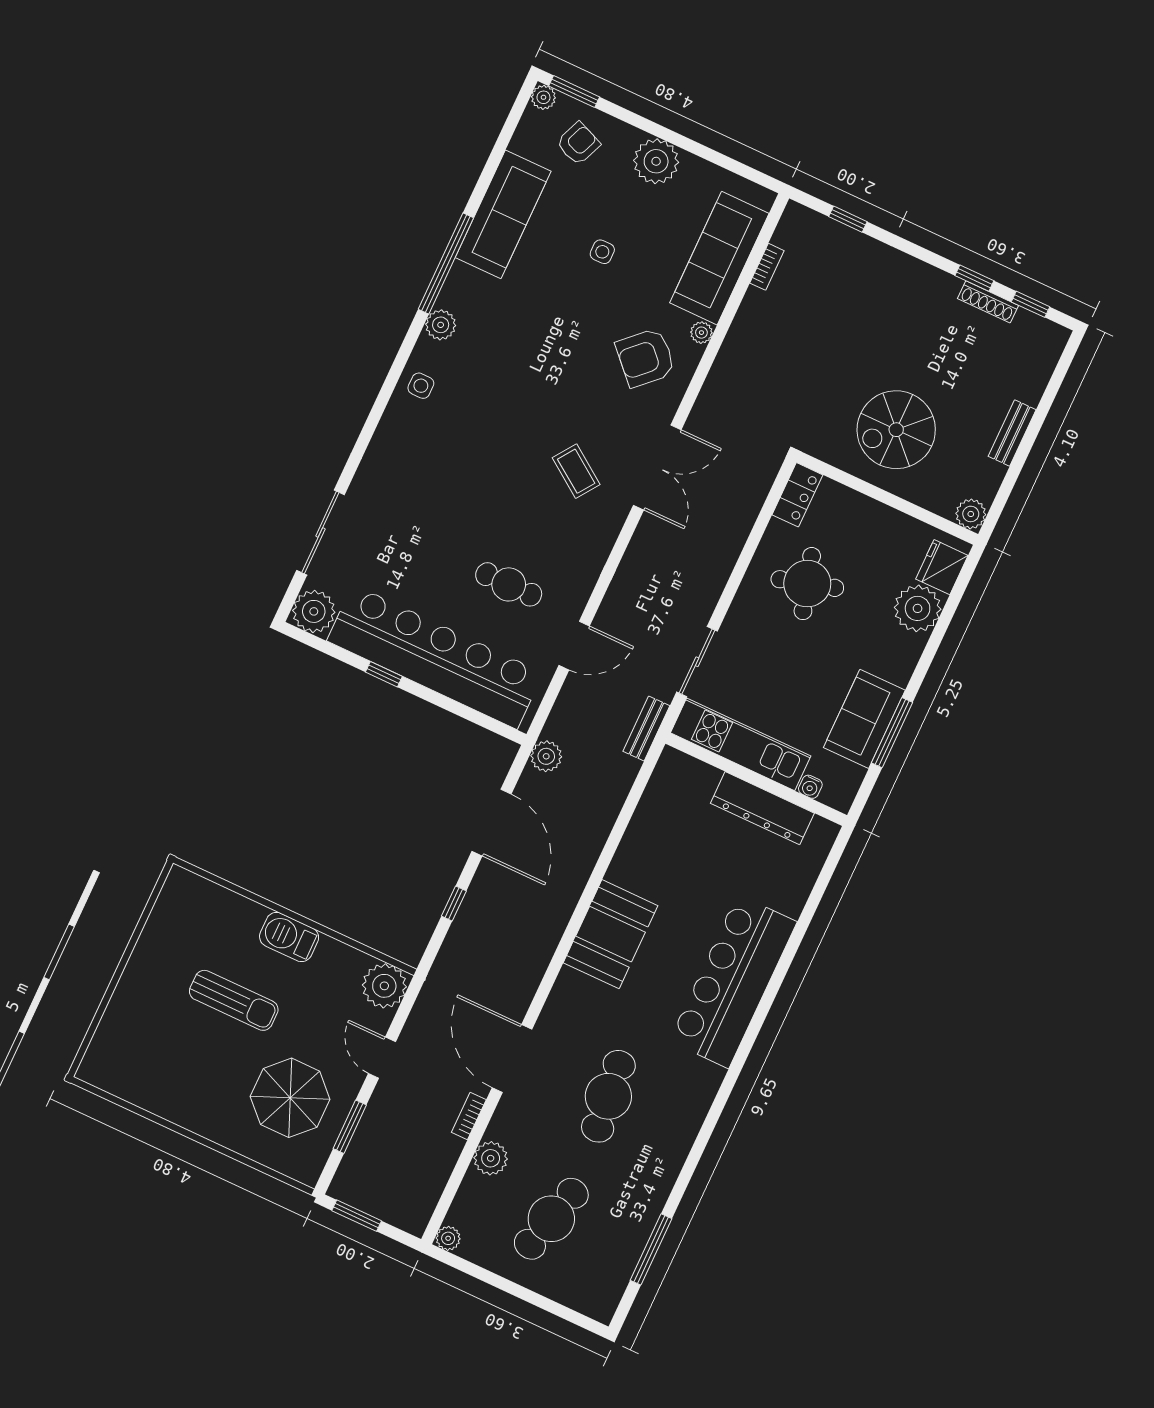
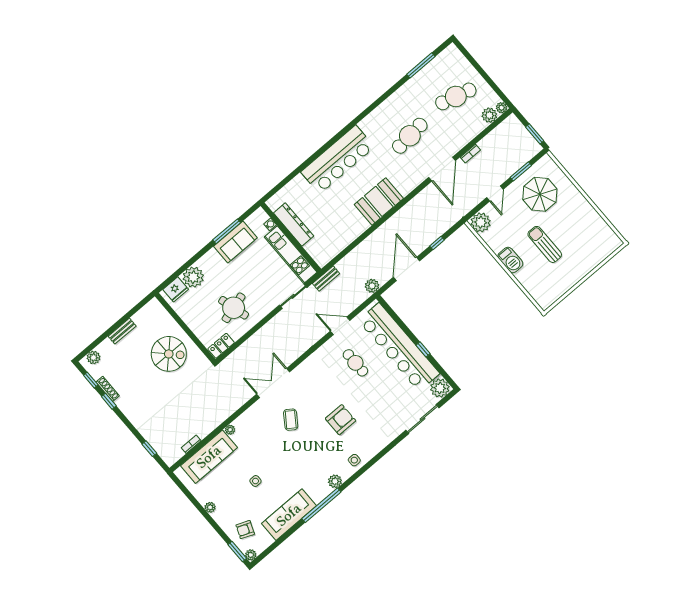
plant: (656, 161) -> (210, 507), width x0.53, depth x0.53
armchair: (645, 358) -> (341, 420), moved, turned -46
coffee table: (576, 471) -> (291, 420), moved
plant: (971, 514) -> (93, 357), moved
plant: (491, 1158) -> (489, 115), moved

